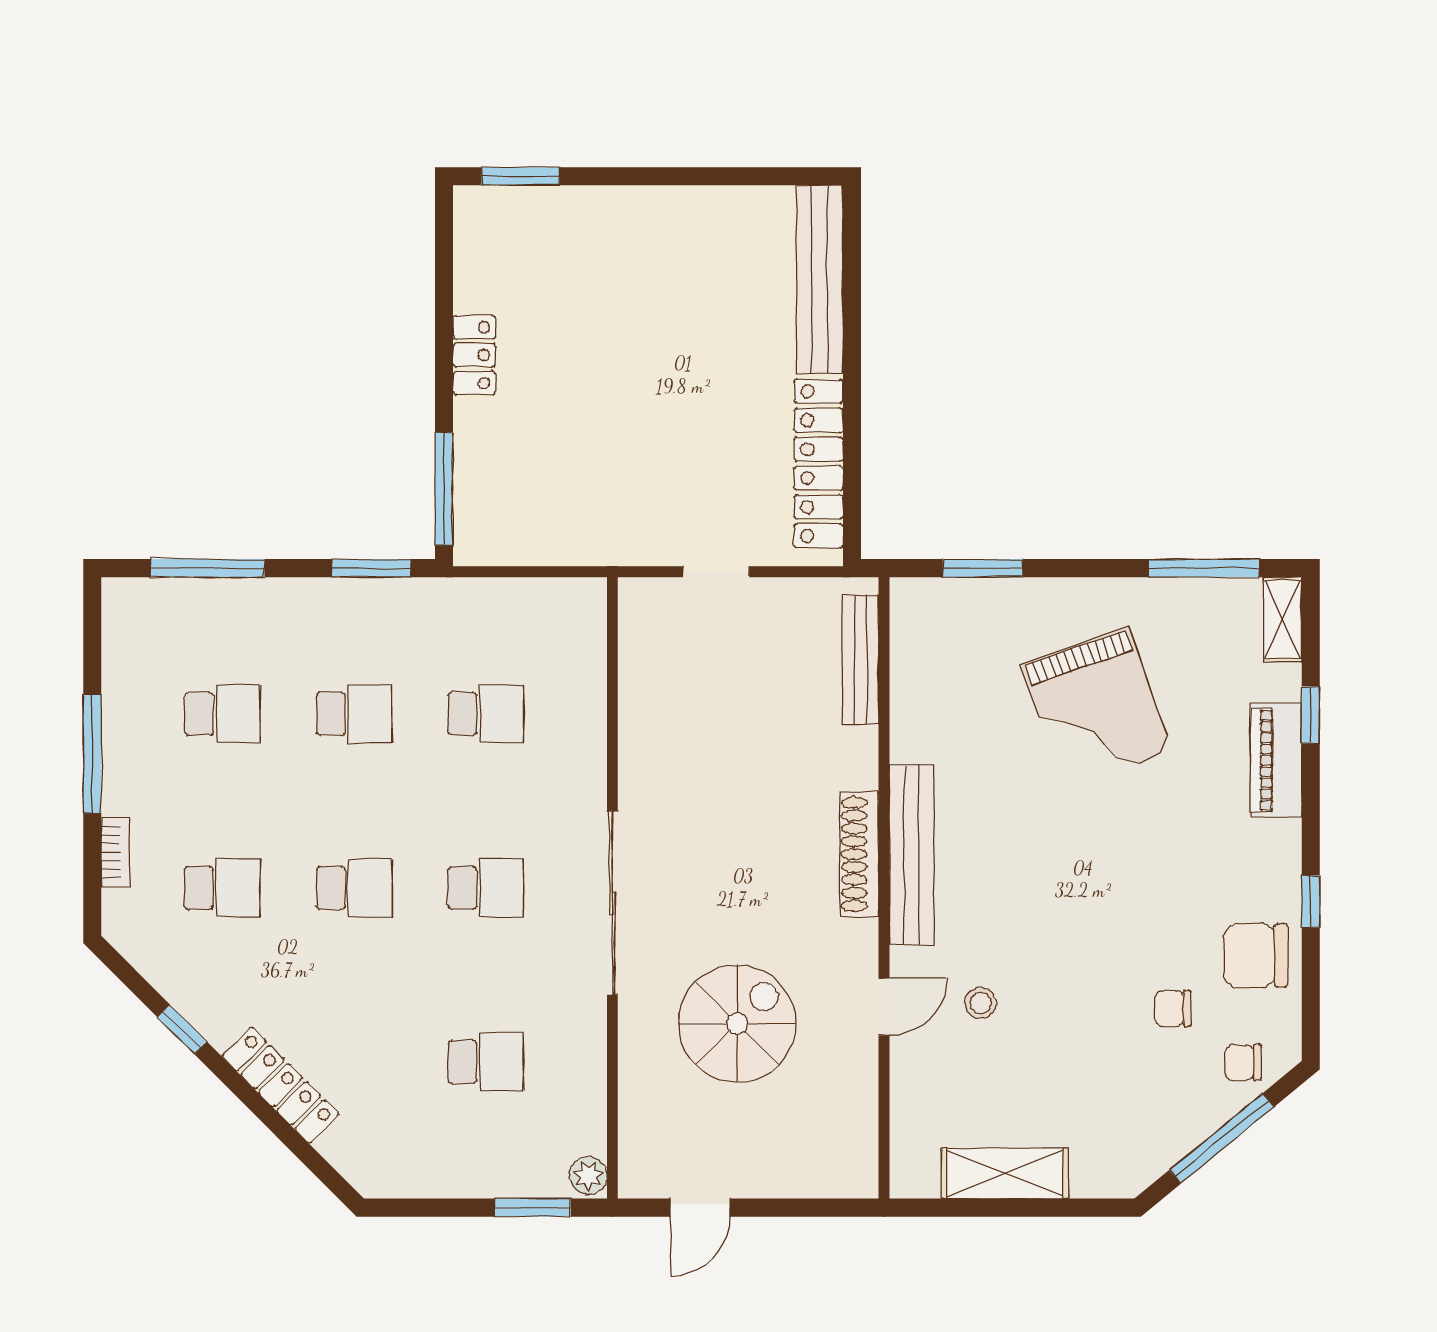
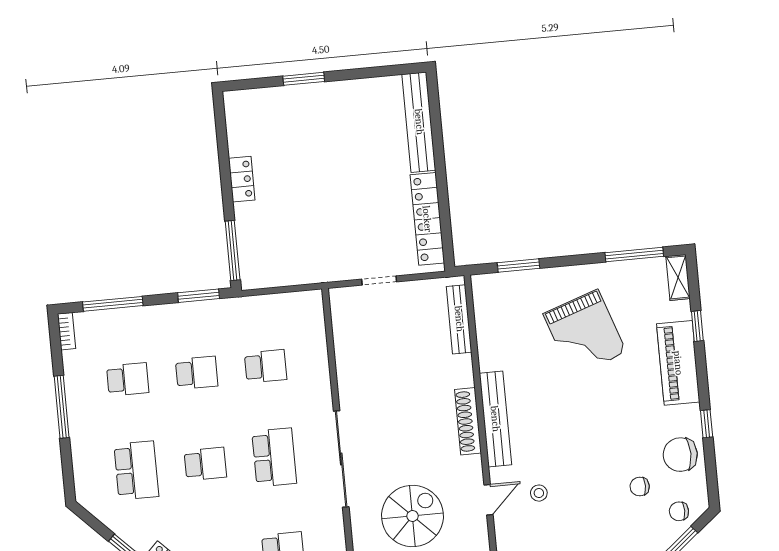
window: (521, 176) -> (304, 79), moved
piano: (1276, 760) -> (678, 363), width x1.37, depth x1.33
bookcase: (115, 852) -> (67, 331), moved
school desk: (222, 888) -> (136, 470), width x1.85
school desk: (486, 888) -> (274, 457), width x1.85

